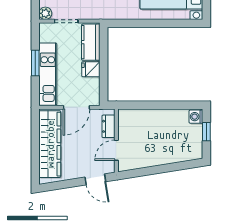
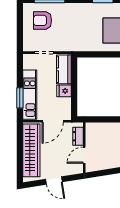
plant: (45, 13) -> (28, 46), removed
window: (35, 63) -> (20, 98), moved
door: (95, 179) -> (54, 181), moved

